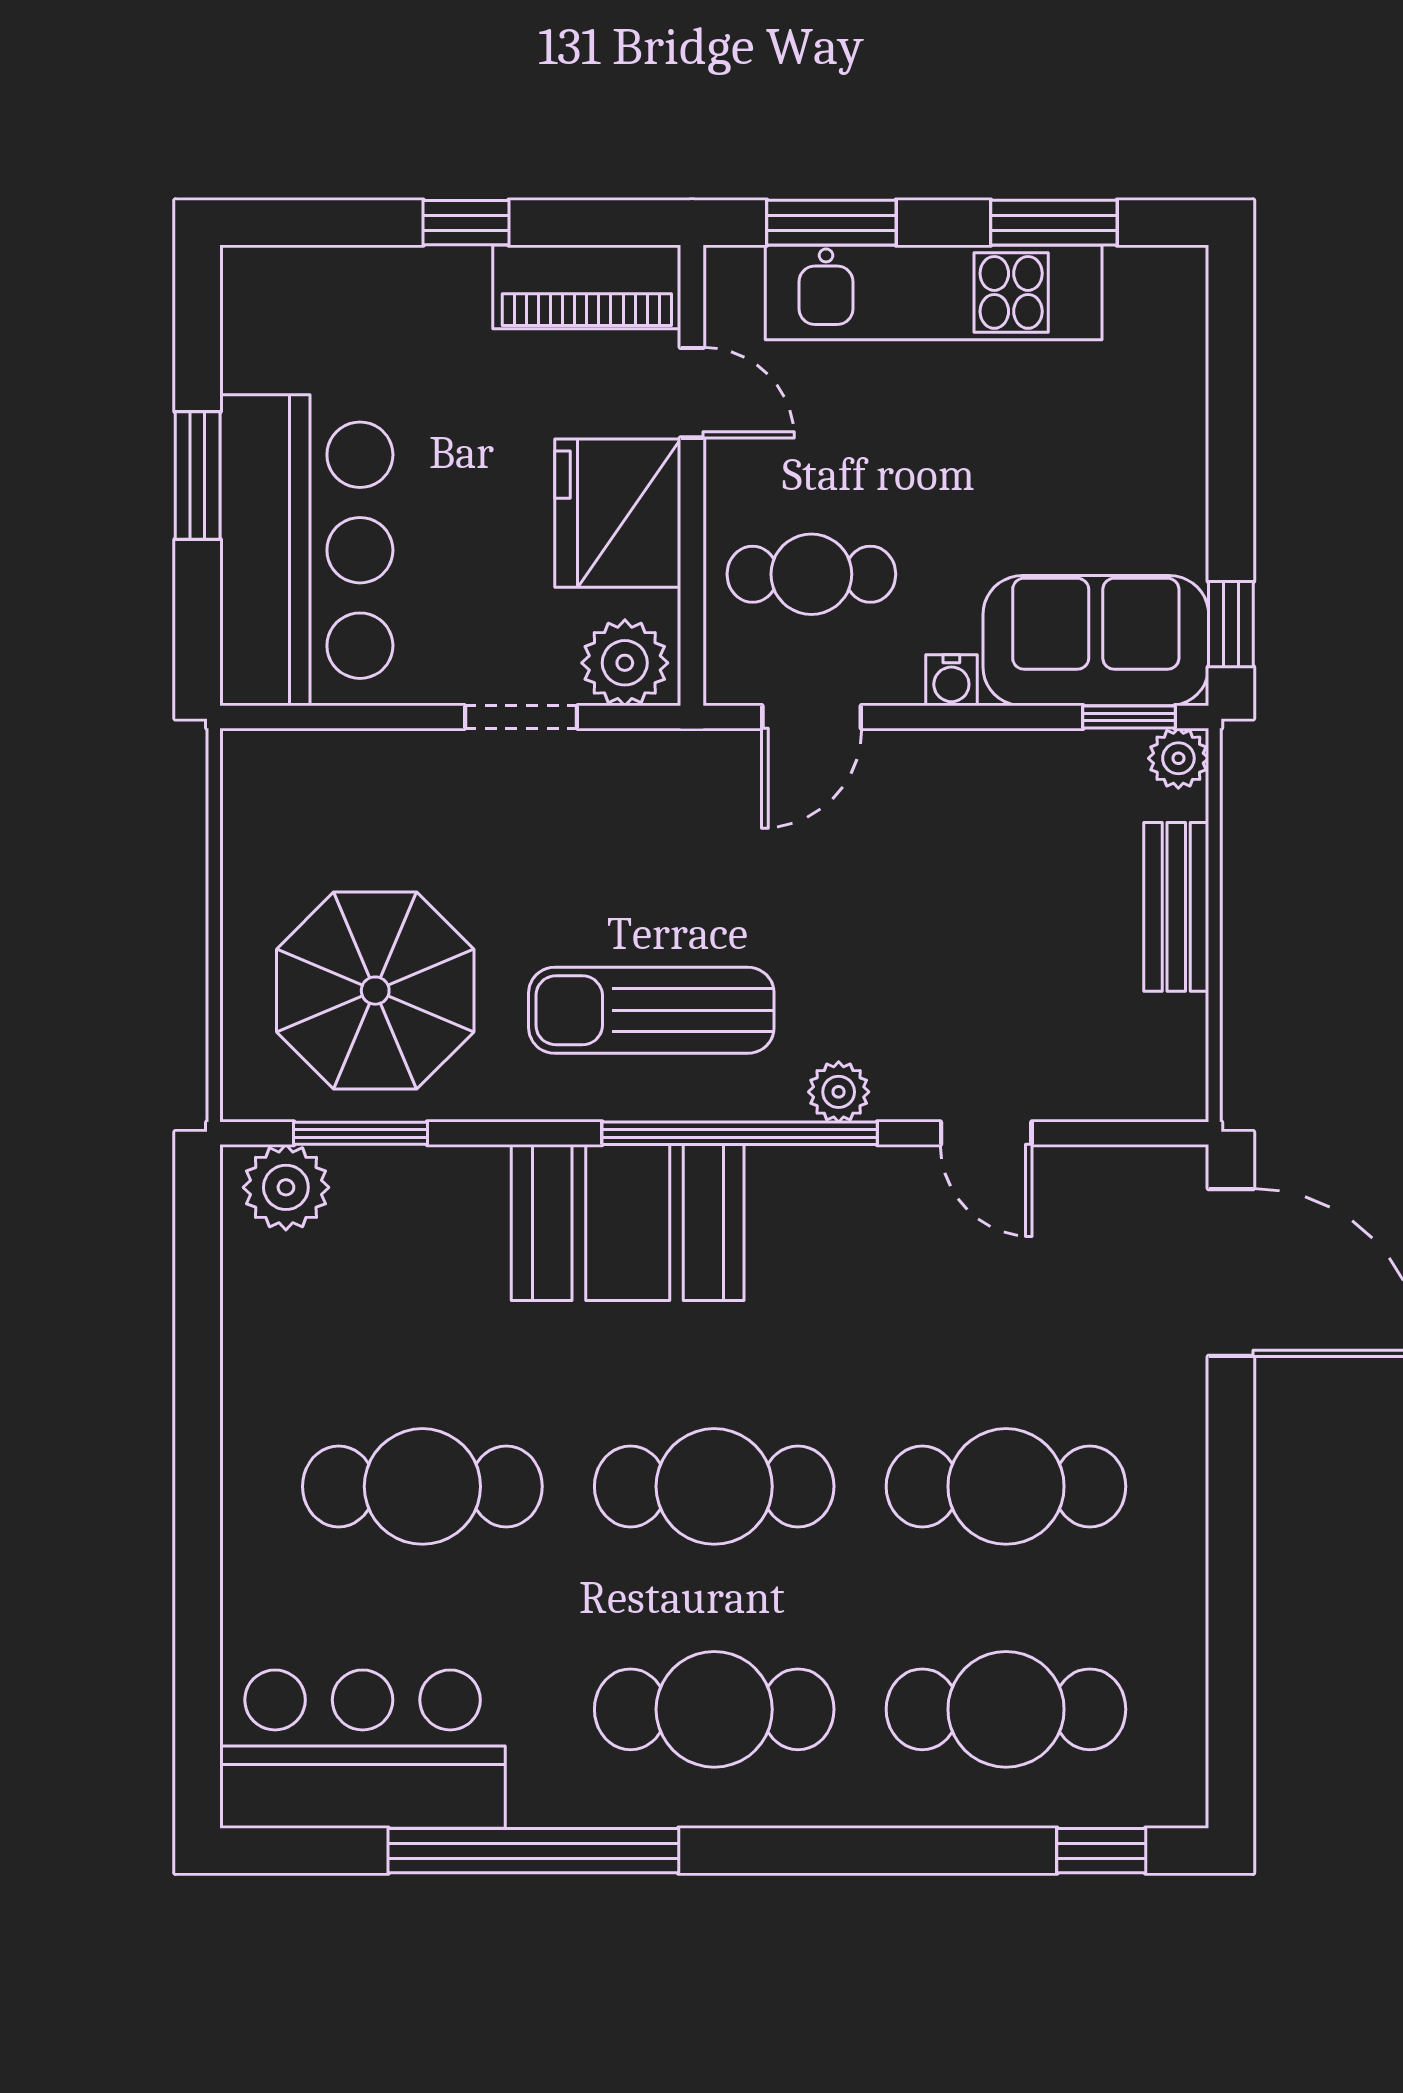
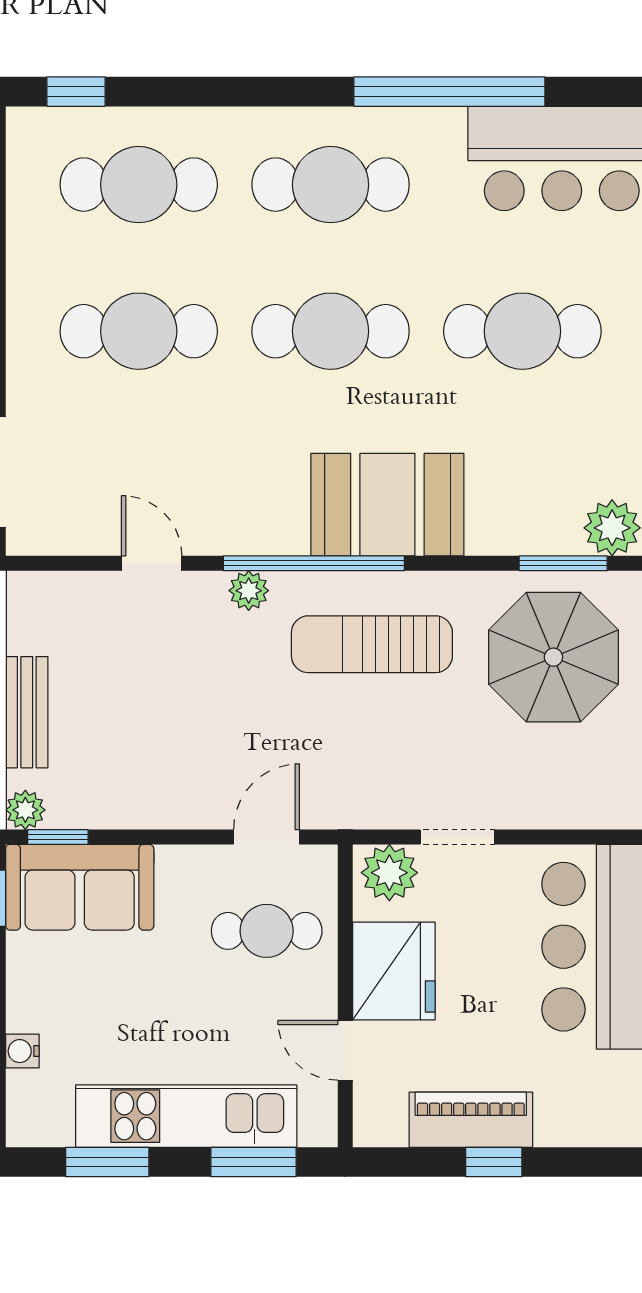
piano: (587, 287) -> (471, 1120), moved
water cooler: (951, 680) -> (22, 1051), moved, turned -90
sun lounger: (651, 1010) -> (372, 644), turned 180

